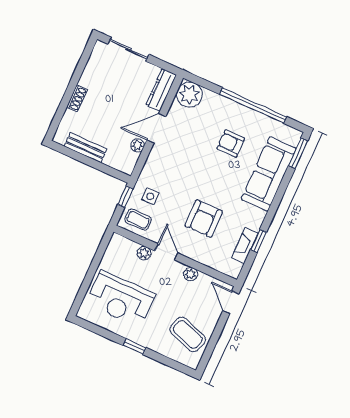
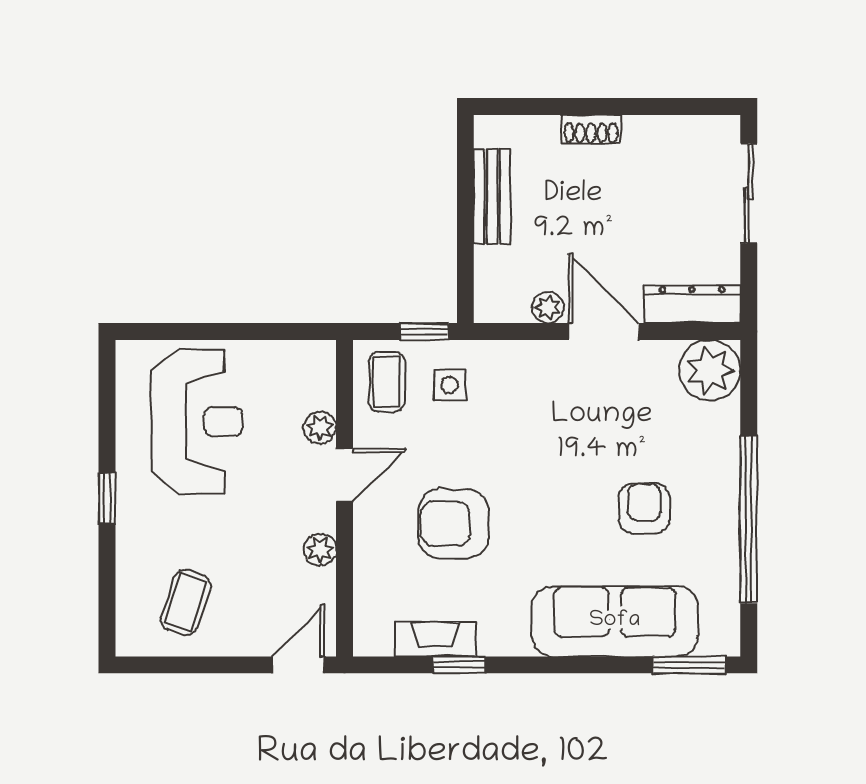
reception desk: (121, 299) -> (197, 422), turned 180
coffee table: (188, 334) -> (186, 603), width x0.73, depth x0.77

